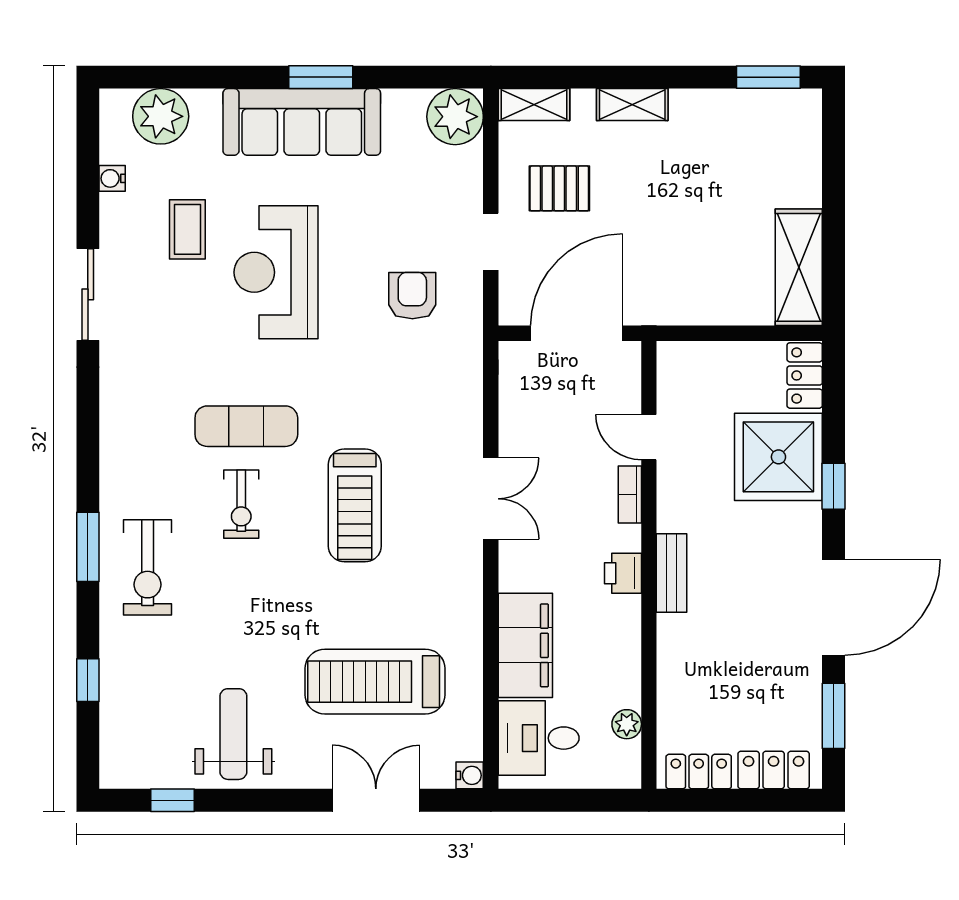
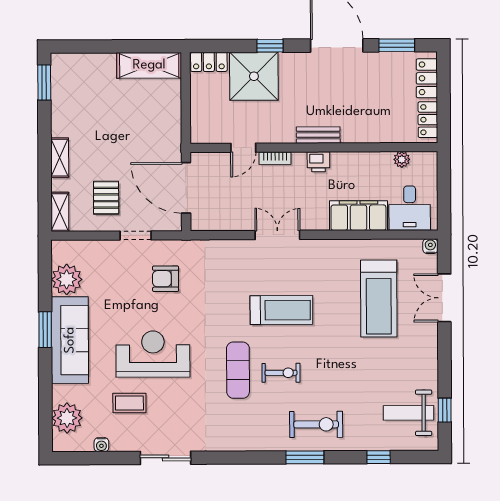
plant: (455, 117) -> (67, 279), moved
reception desk: (276, 272) -> (153, 354), turned 180
weight bench: (233, 734) -> (409, 413), moved

